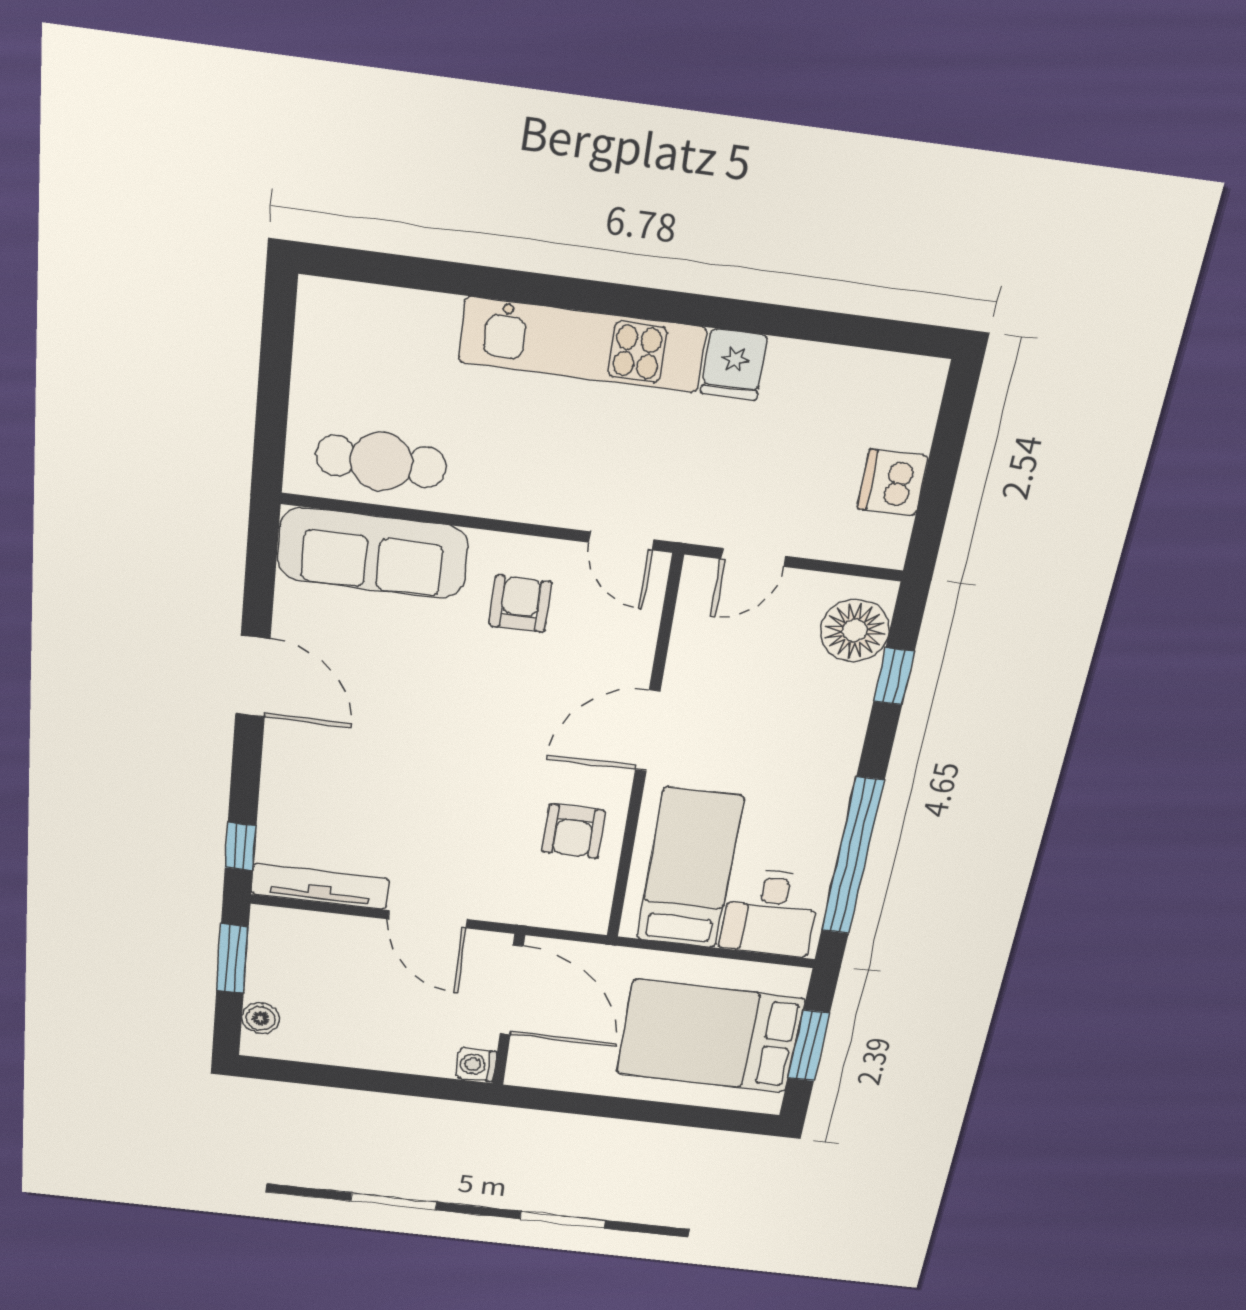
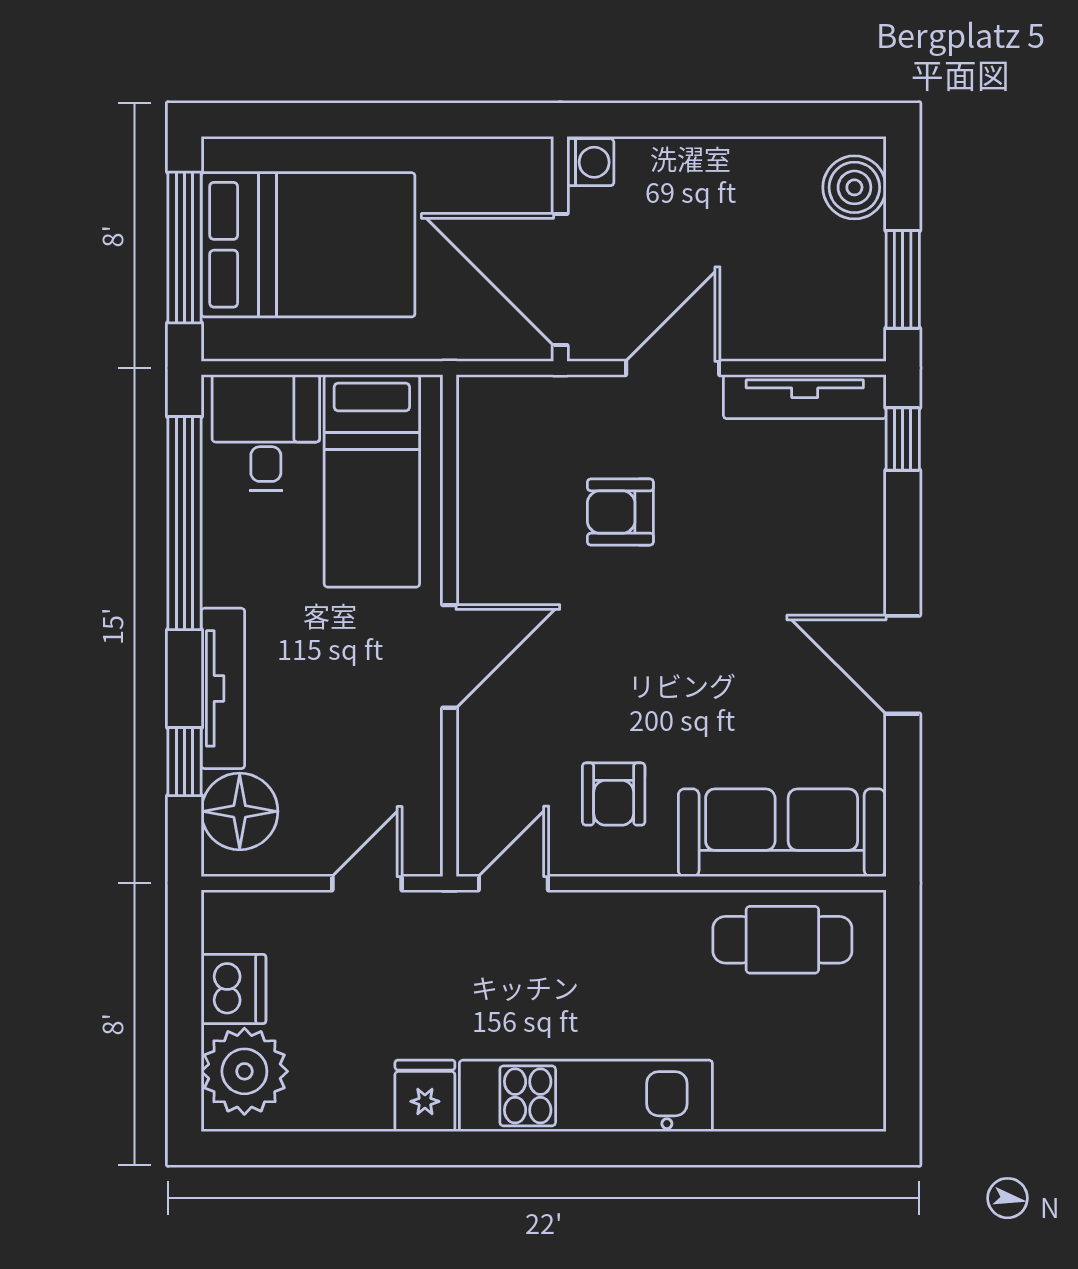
plant: (899, 409) -> (244, 1071), added
door: (621, 541) -> (513, 883), hinge flipped
tv unit: (848, 729) -> (223, 688), added
armchair: (574, 831) -> (620, 512), moved, turned -90
door: (428, 919) -> (673, 368), hinge flipped
boiler: (261, 1018) -> (854, 187), width x1.36, depth x1.36
window: (809, 1046) -> (185, 248), width x1.44

